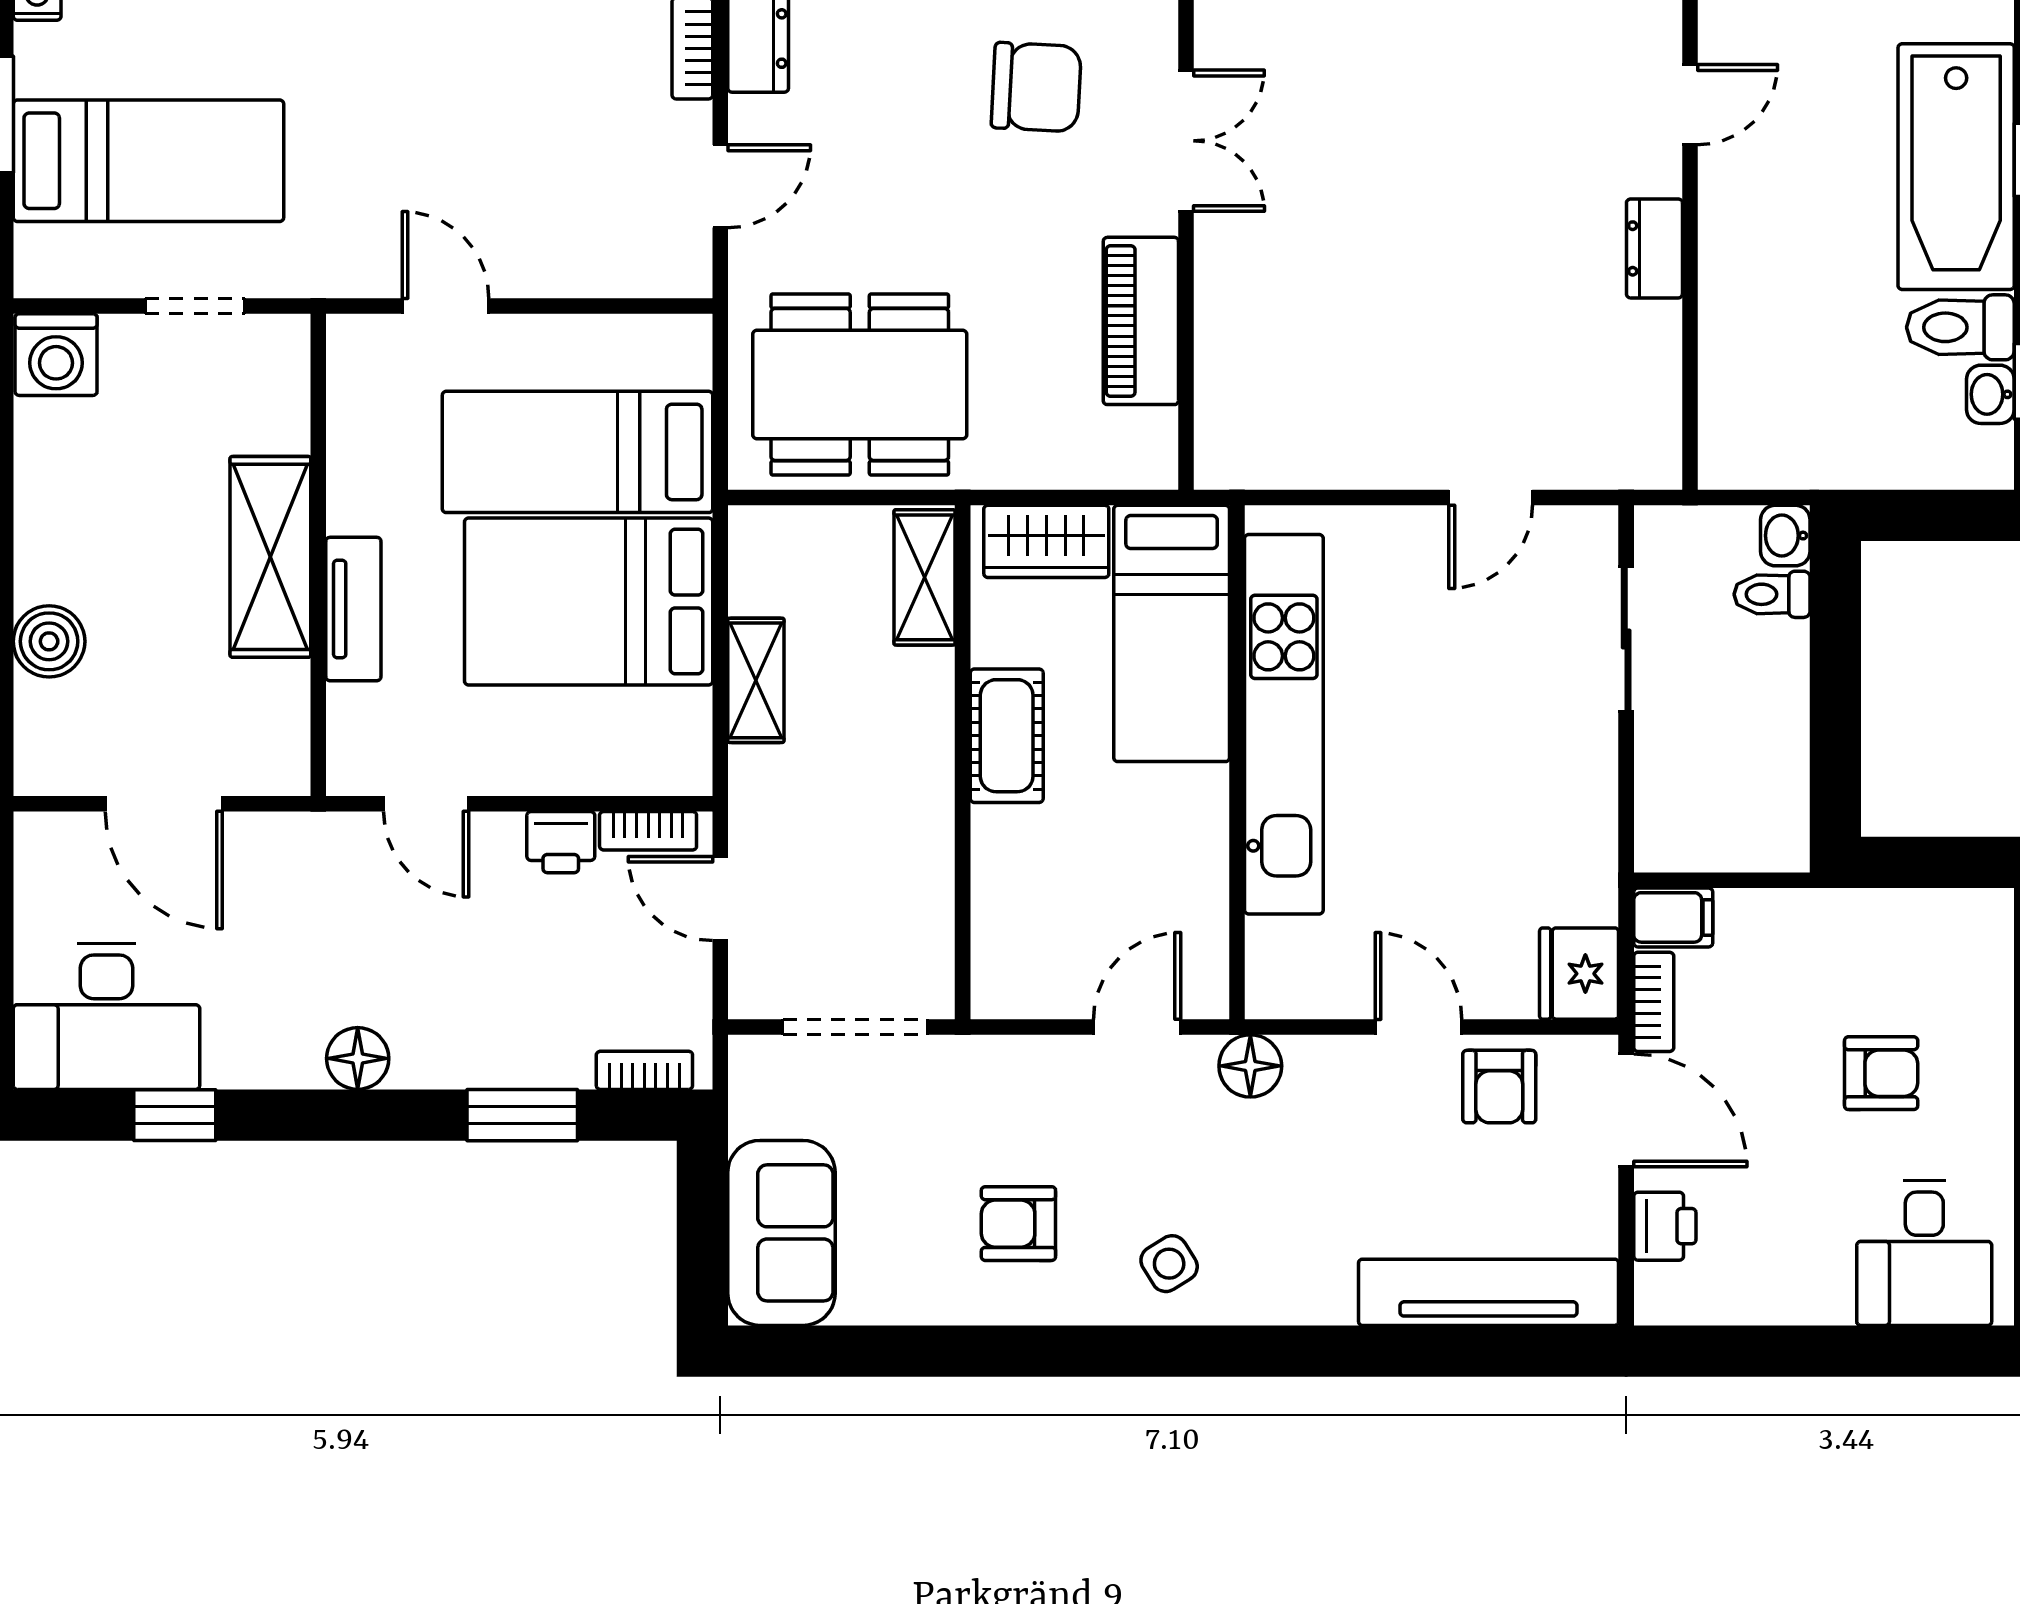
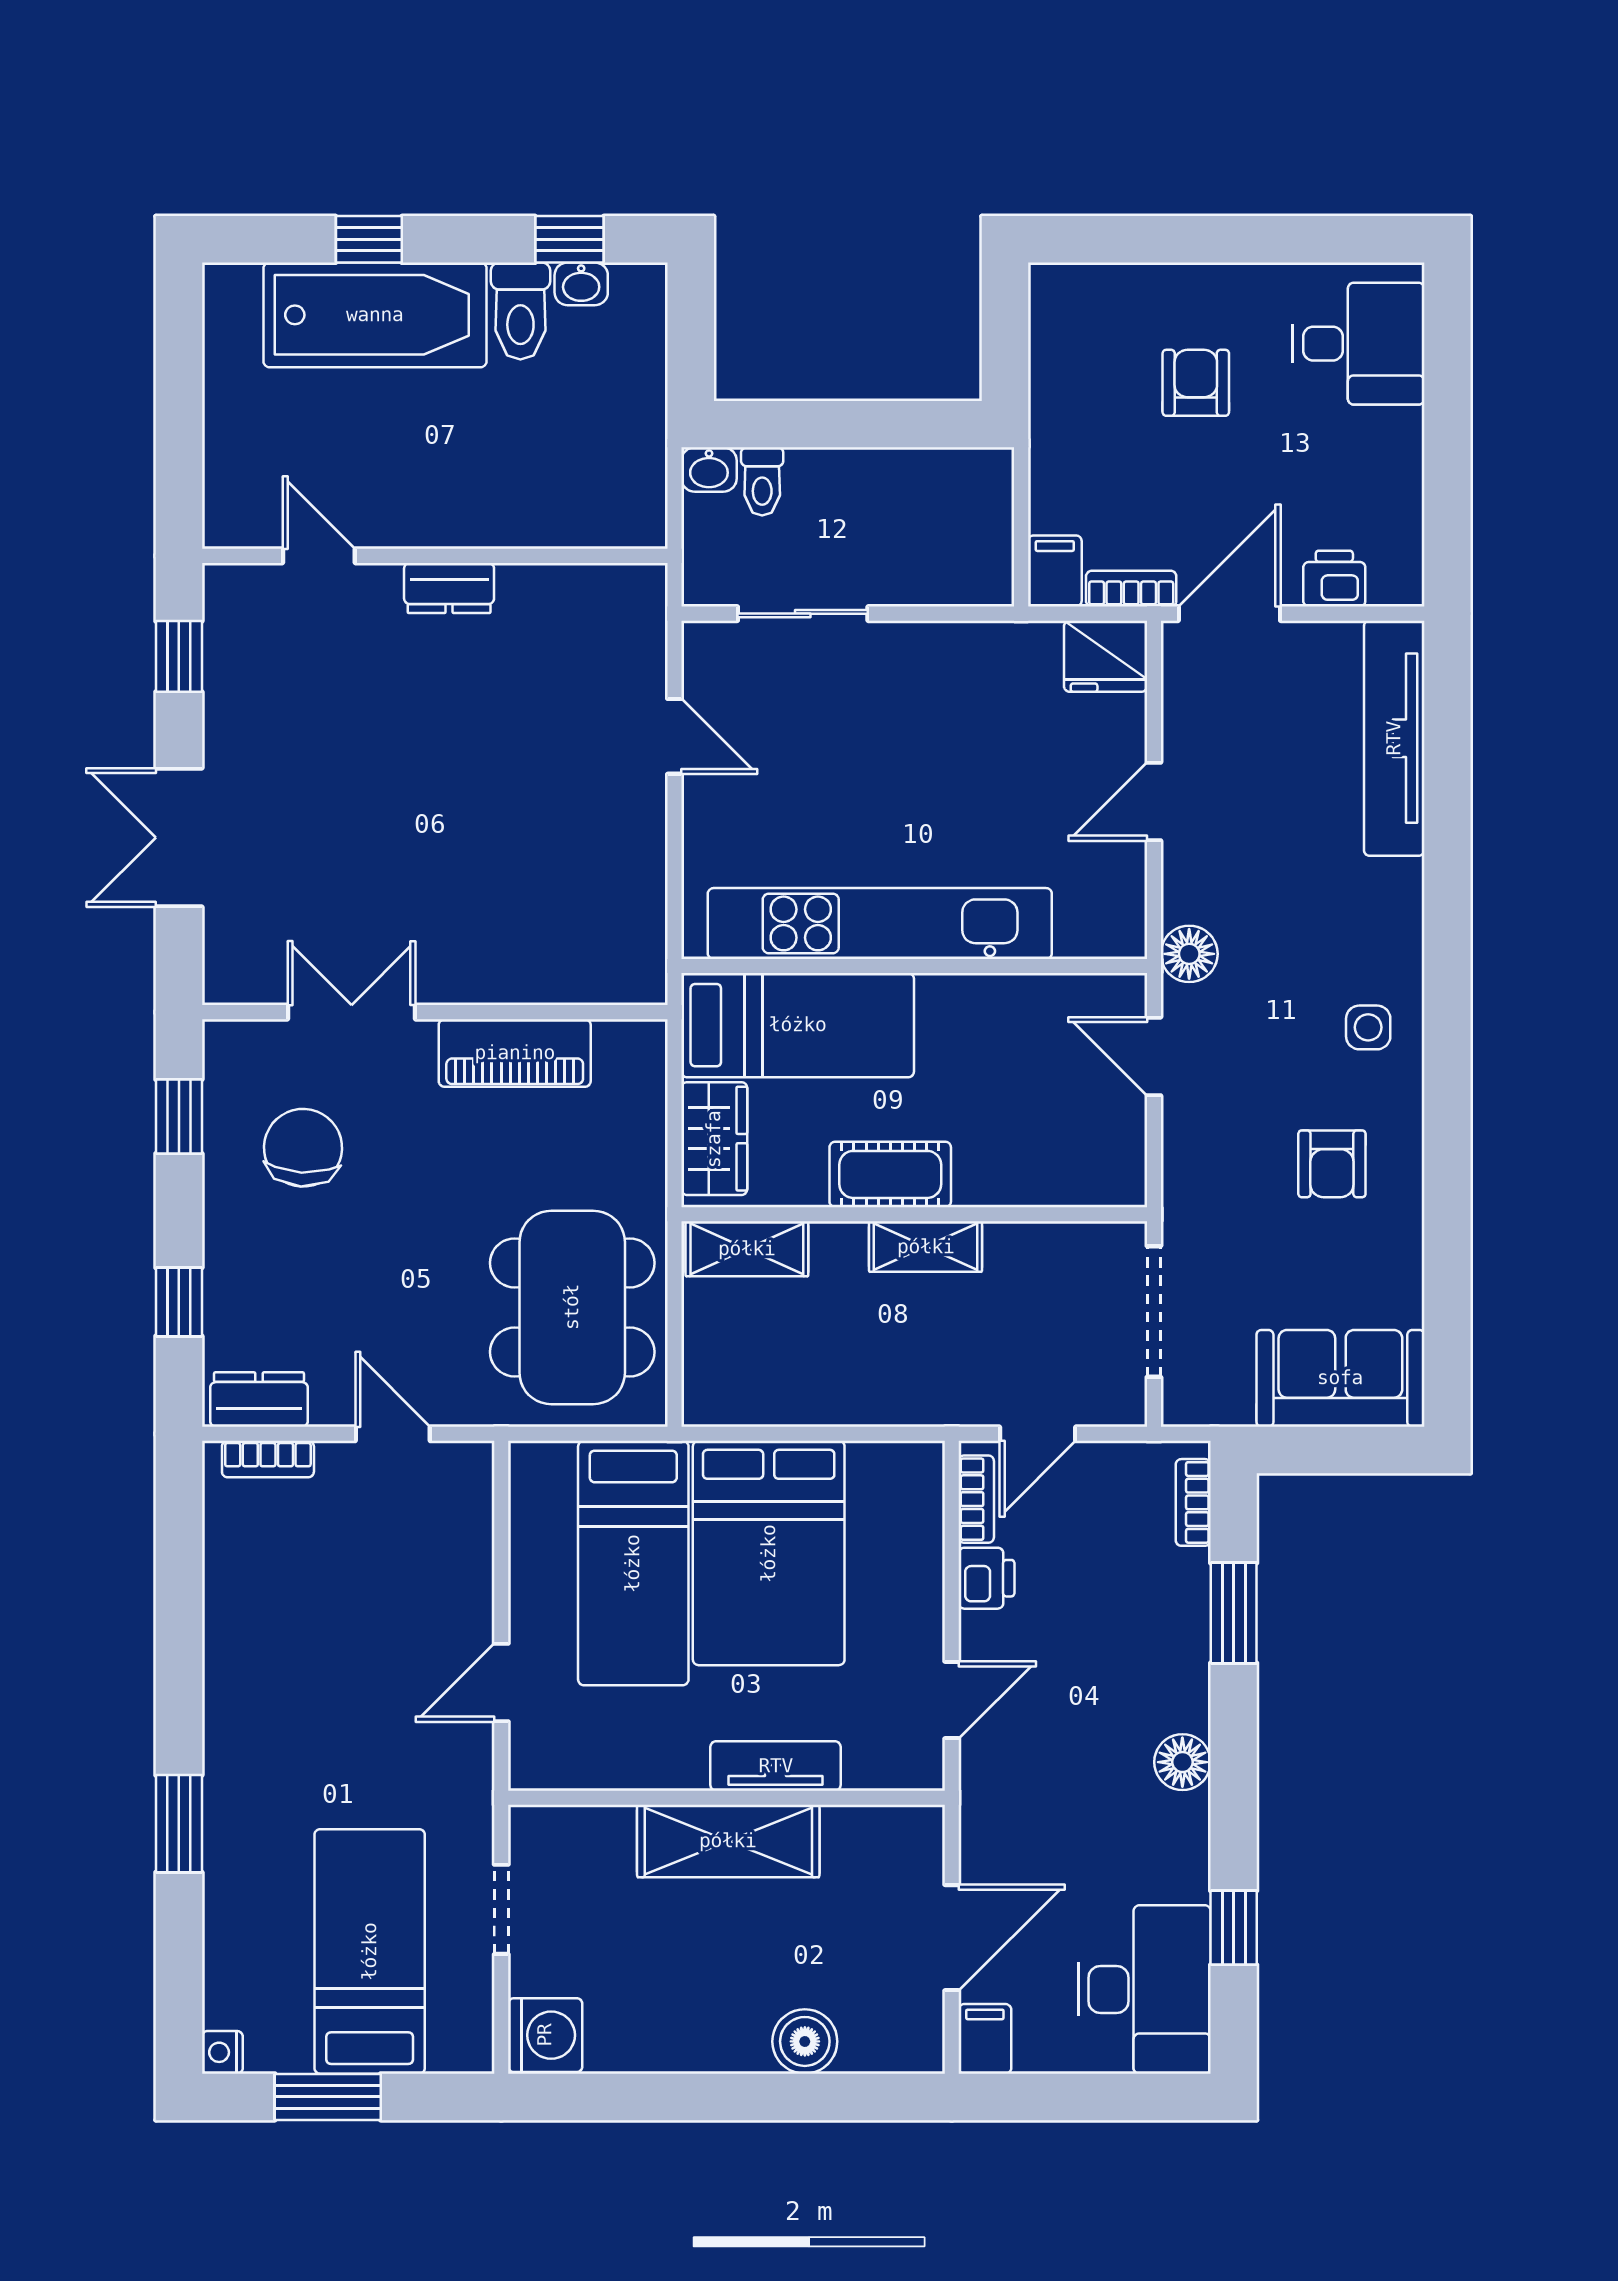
shelving: (756, 680) -> (926, 1247), moved
filing cabinet: (52, 840) -> (985, 2039), added
armchair: (1499, 1087) -> (1208, 728), removed
side table: (1169, 1264) -> (1368, 1027), turned 32

